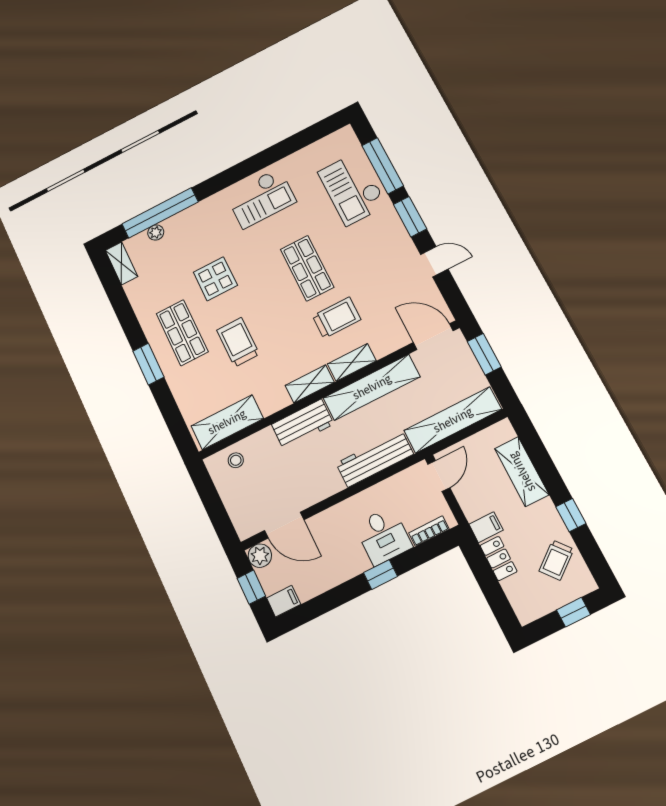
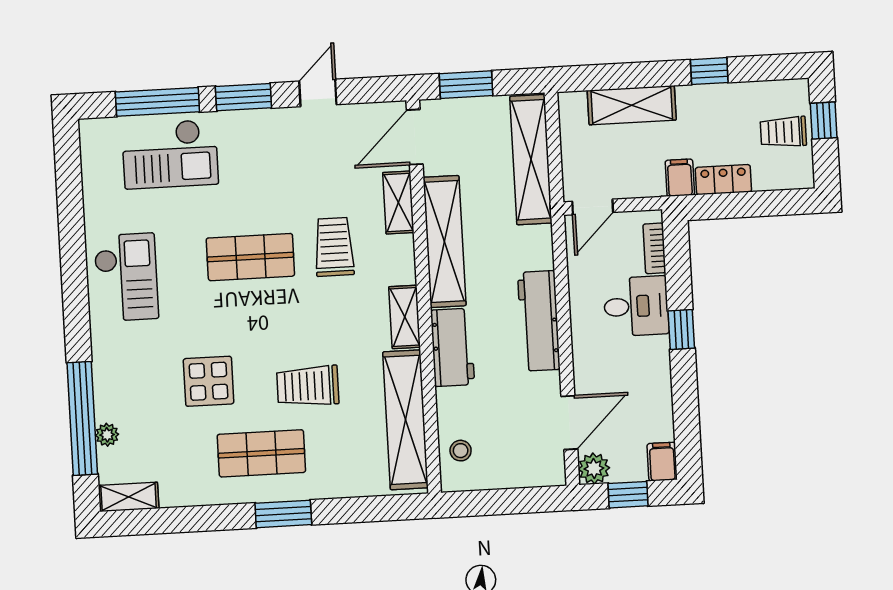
shelving: (352, 362) -> (398, 202), moved
shelving: (227, 422) -> (405, 420), width x1.47
workbench: (375, 459) -> (539, 321), moved
door: (439, 476) -> (593, 207), swing flipped
trolley: (556, 560) -> (783, 132), moved, turned 129

